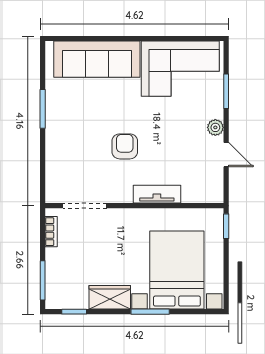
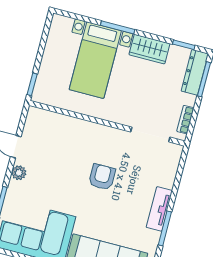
armchair: (125, 146) -> (102, 177), turned 180
tv unit: (157, 194) -> (159, 209), moved, turned 90
bed with nightstands: (177, 270) -> (95, 60), width x0.73
dresser: (54, 285) -> (195, 72), added

